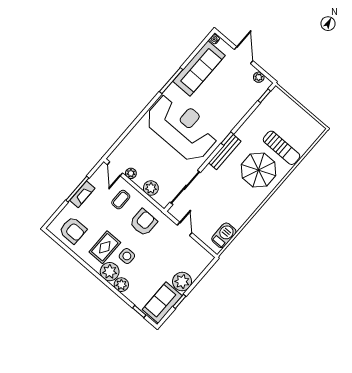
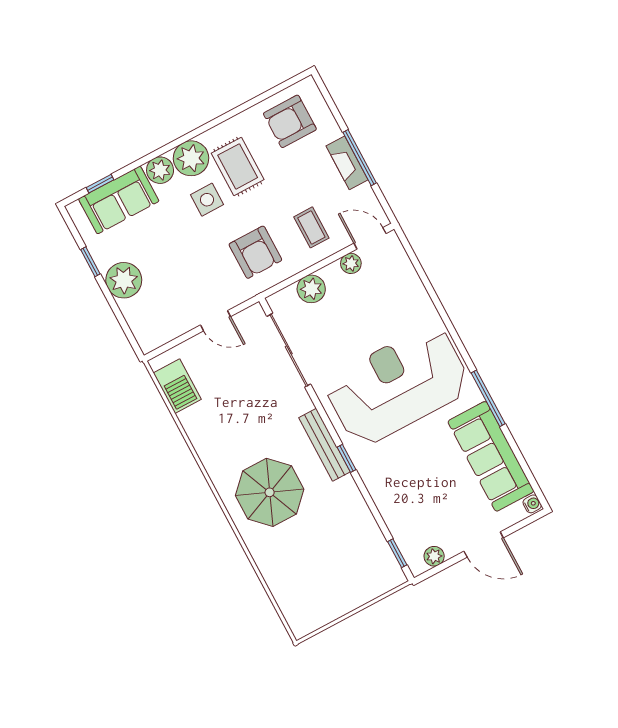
reception desk: (182, 127) -> (398, 385), turned 180
sun lounger: (281, 148) -> (293, 548), removed
sofa: (162, 303) -> (119, 200), moved, turned 90

